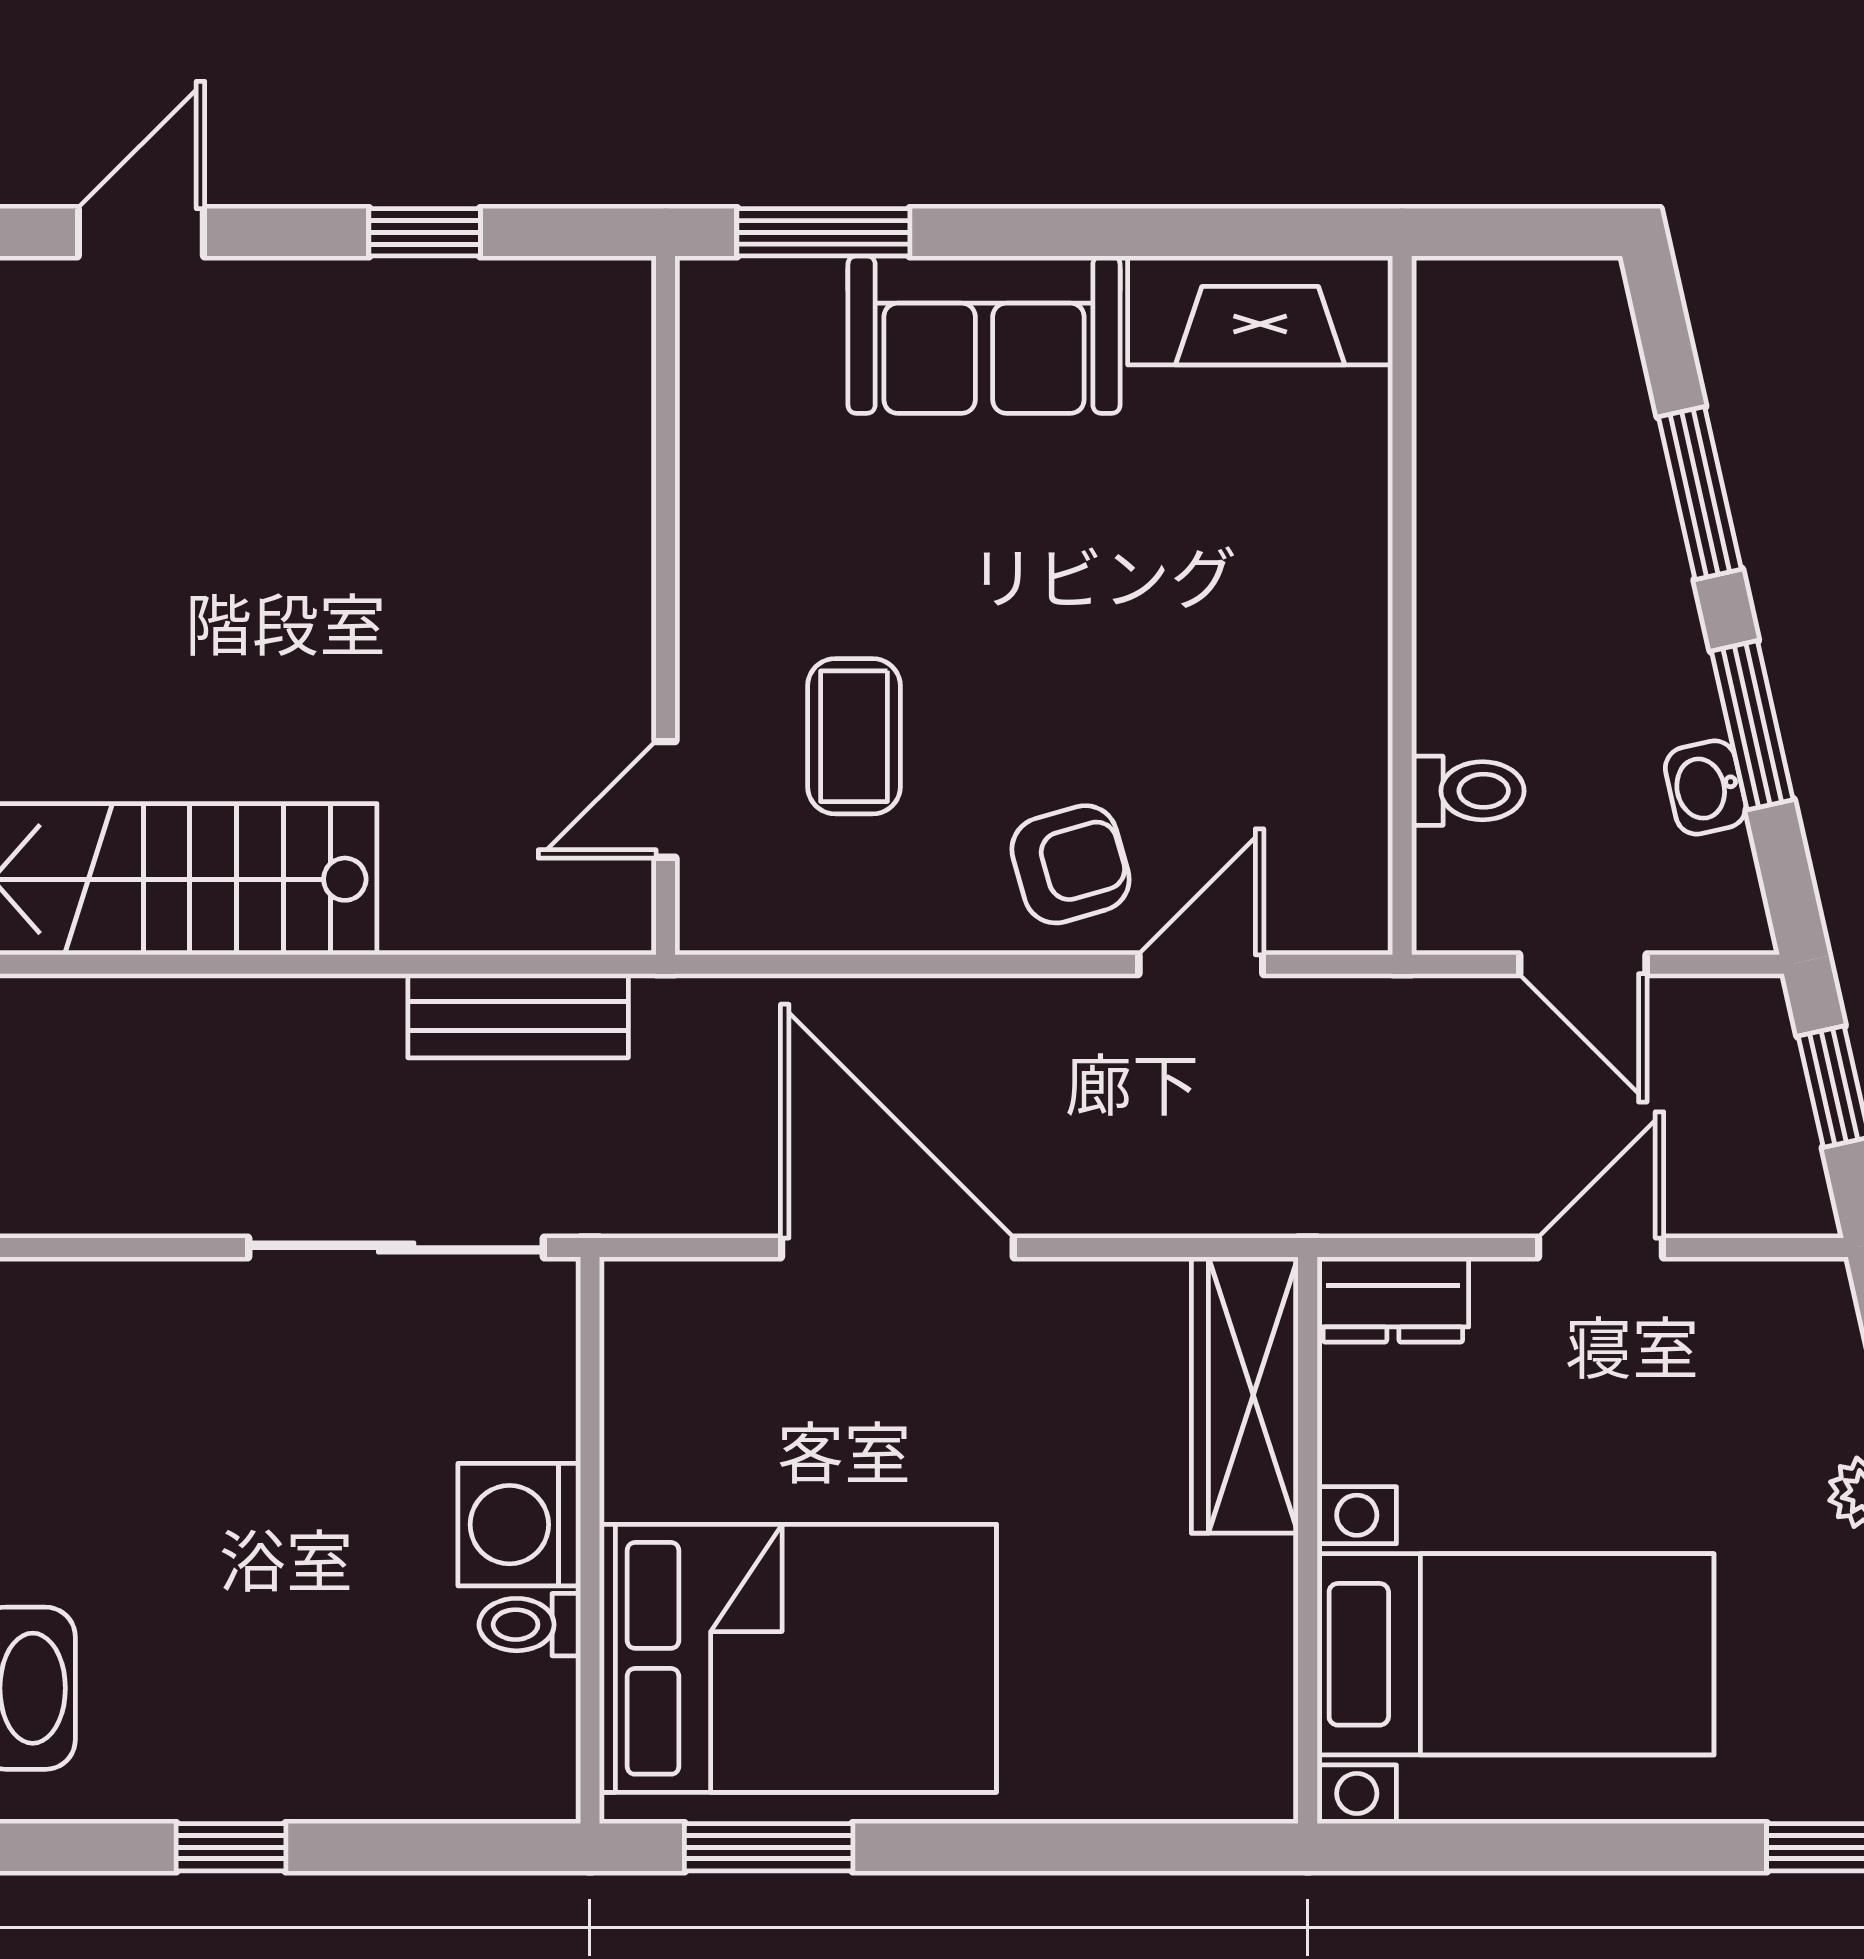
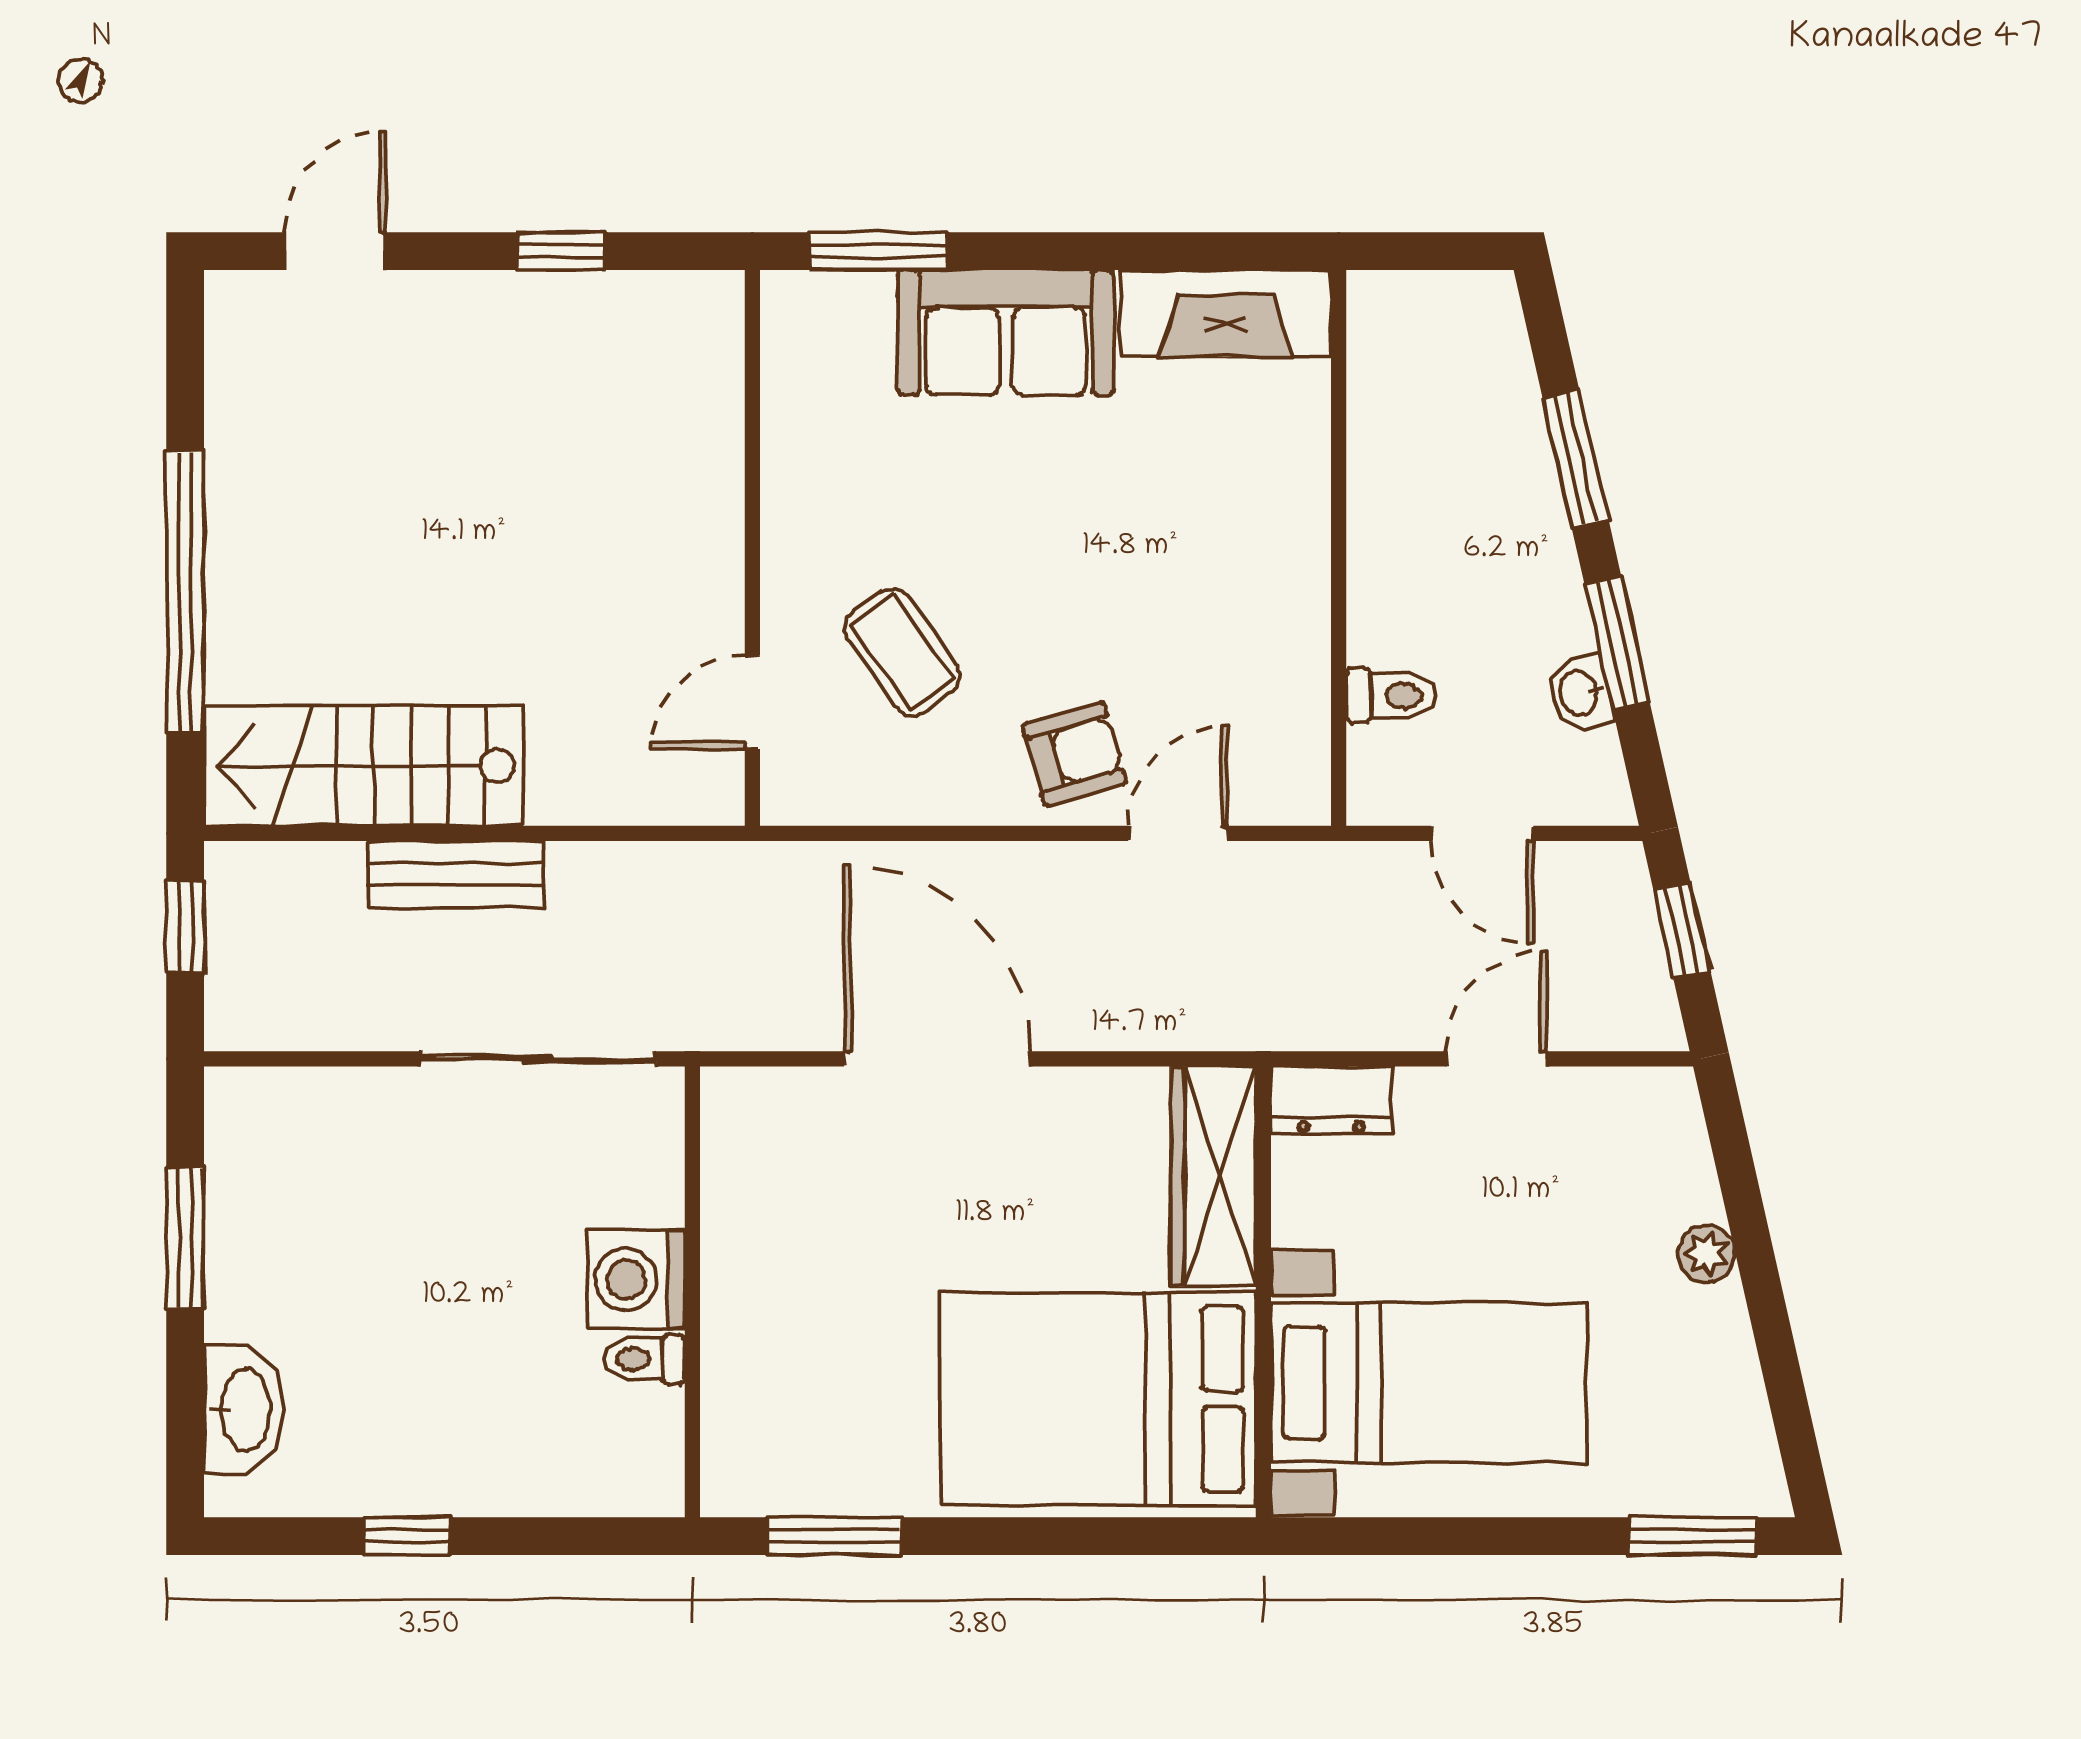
coffee table: (854, 736) -> (902, 652), turned -35
bench: (518, 1016) -> (456, 874), moved
bed: (798, 1658) -> (1098, 1399), moved, turned 180

